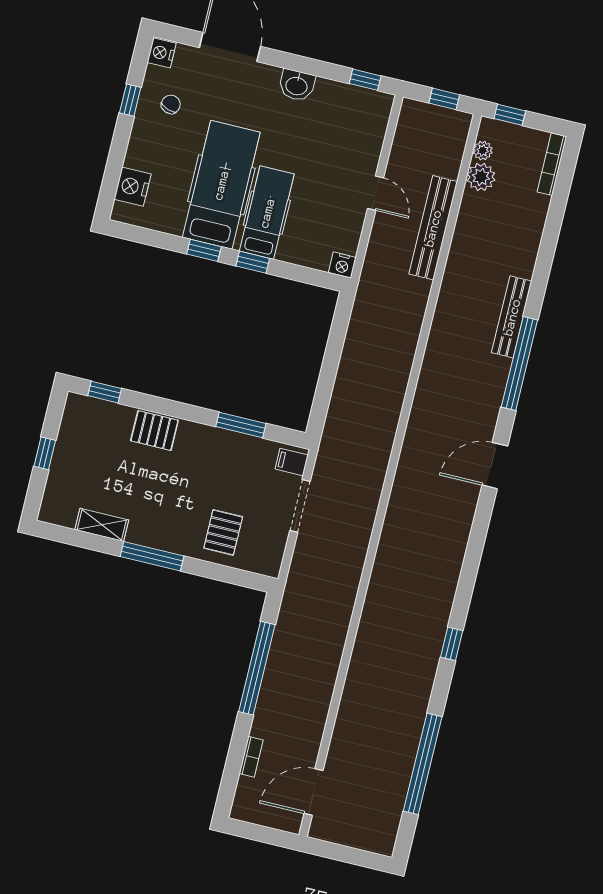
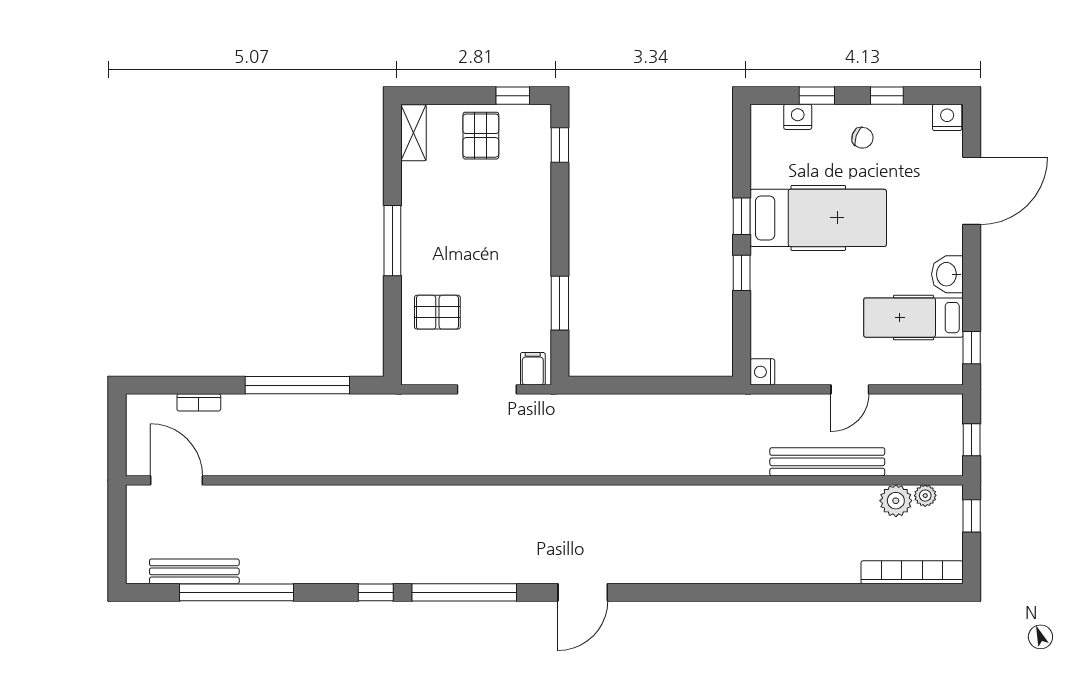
chair: (171, 104) -> (862, 138), moved
window: (116, 161) -> (817, 96), added
bookcase: (552, 164) -> (912, 572), width x1.48, depth x1.31
nightstand: (132, 187) -> (798, 117), width x0.74, depth x0.75
hospital bed: (267, 213) -> (913, 318), moved, turned 180
bench: (512, 317) -> (194, 571), moved
window: (519, 364) -> (464, 592), moved
pallet: (154, 431) -> (481, 136), moved
window: (45, 453) -> (513, 96), moved
door: (495, 466) -> (583, 592), swing flipped
shelving: (102, 525) -> (414, 133), moved

